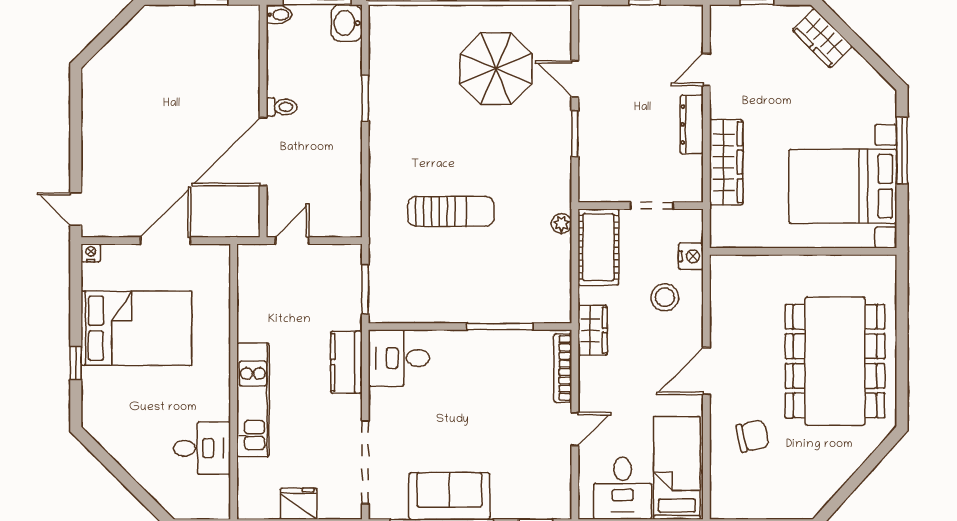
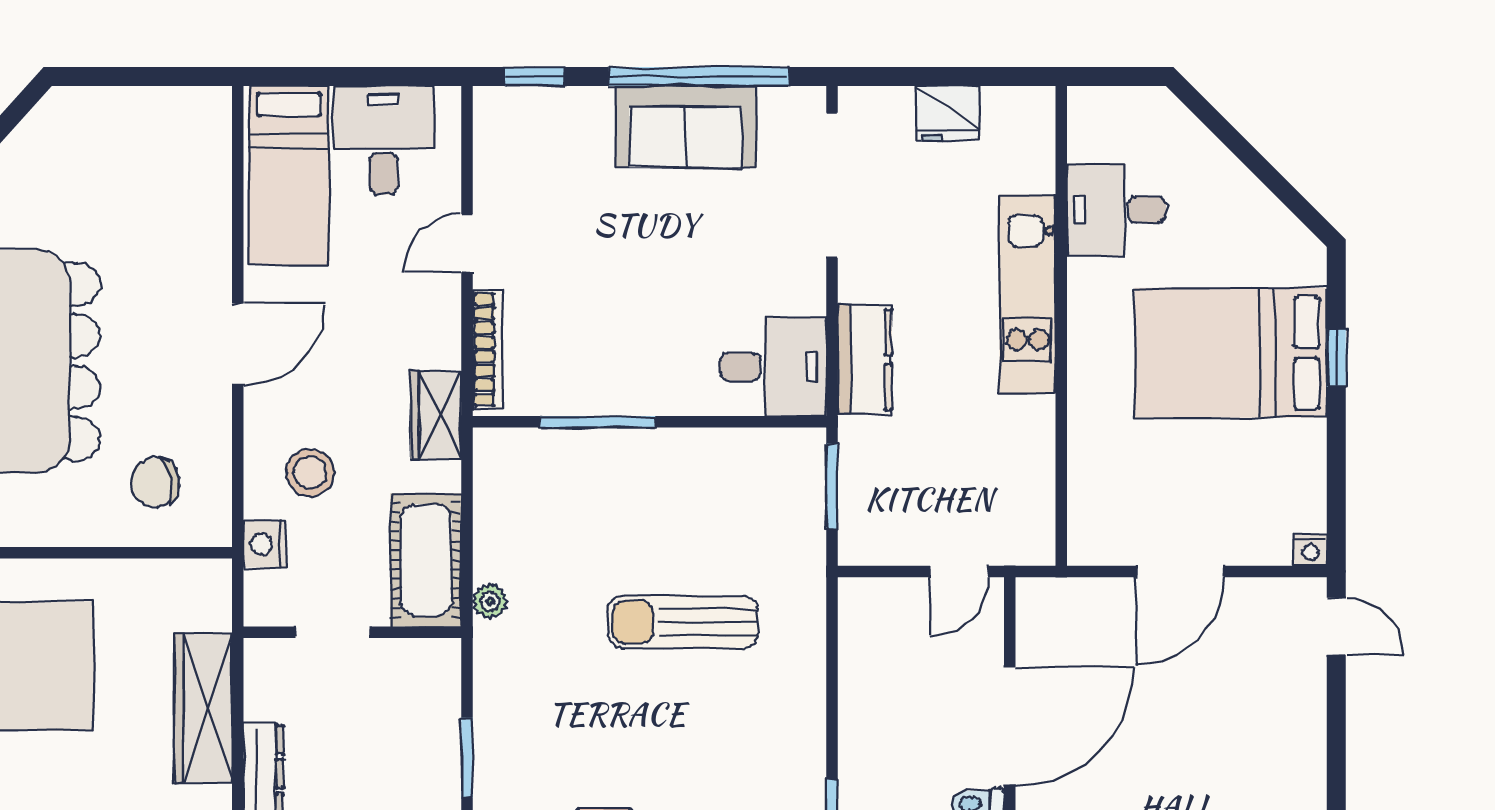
bed: (136, 328) -> (1231, 353), moved
chair: (753, 436) -> (155, 482), moved

